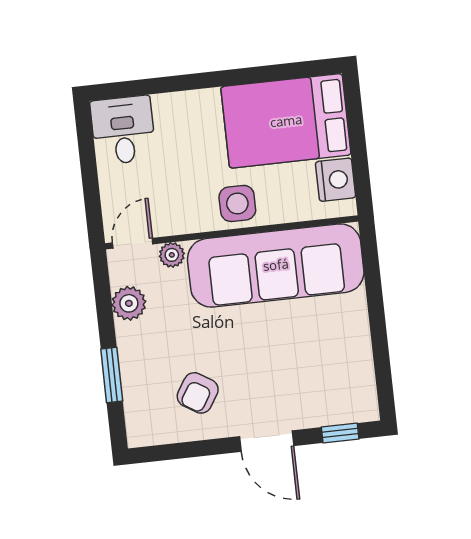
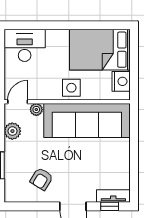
desk: (123, 130) -> (25, 45), width x1.37
tv unit: (345, 411) -> (113, 196), added

